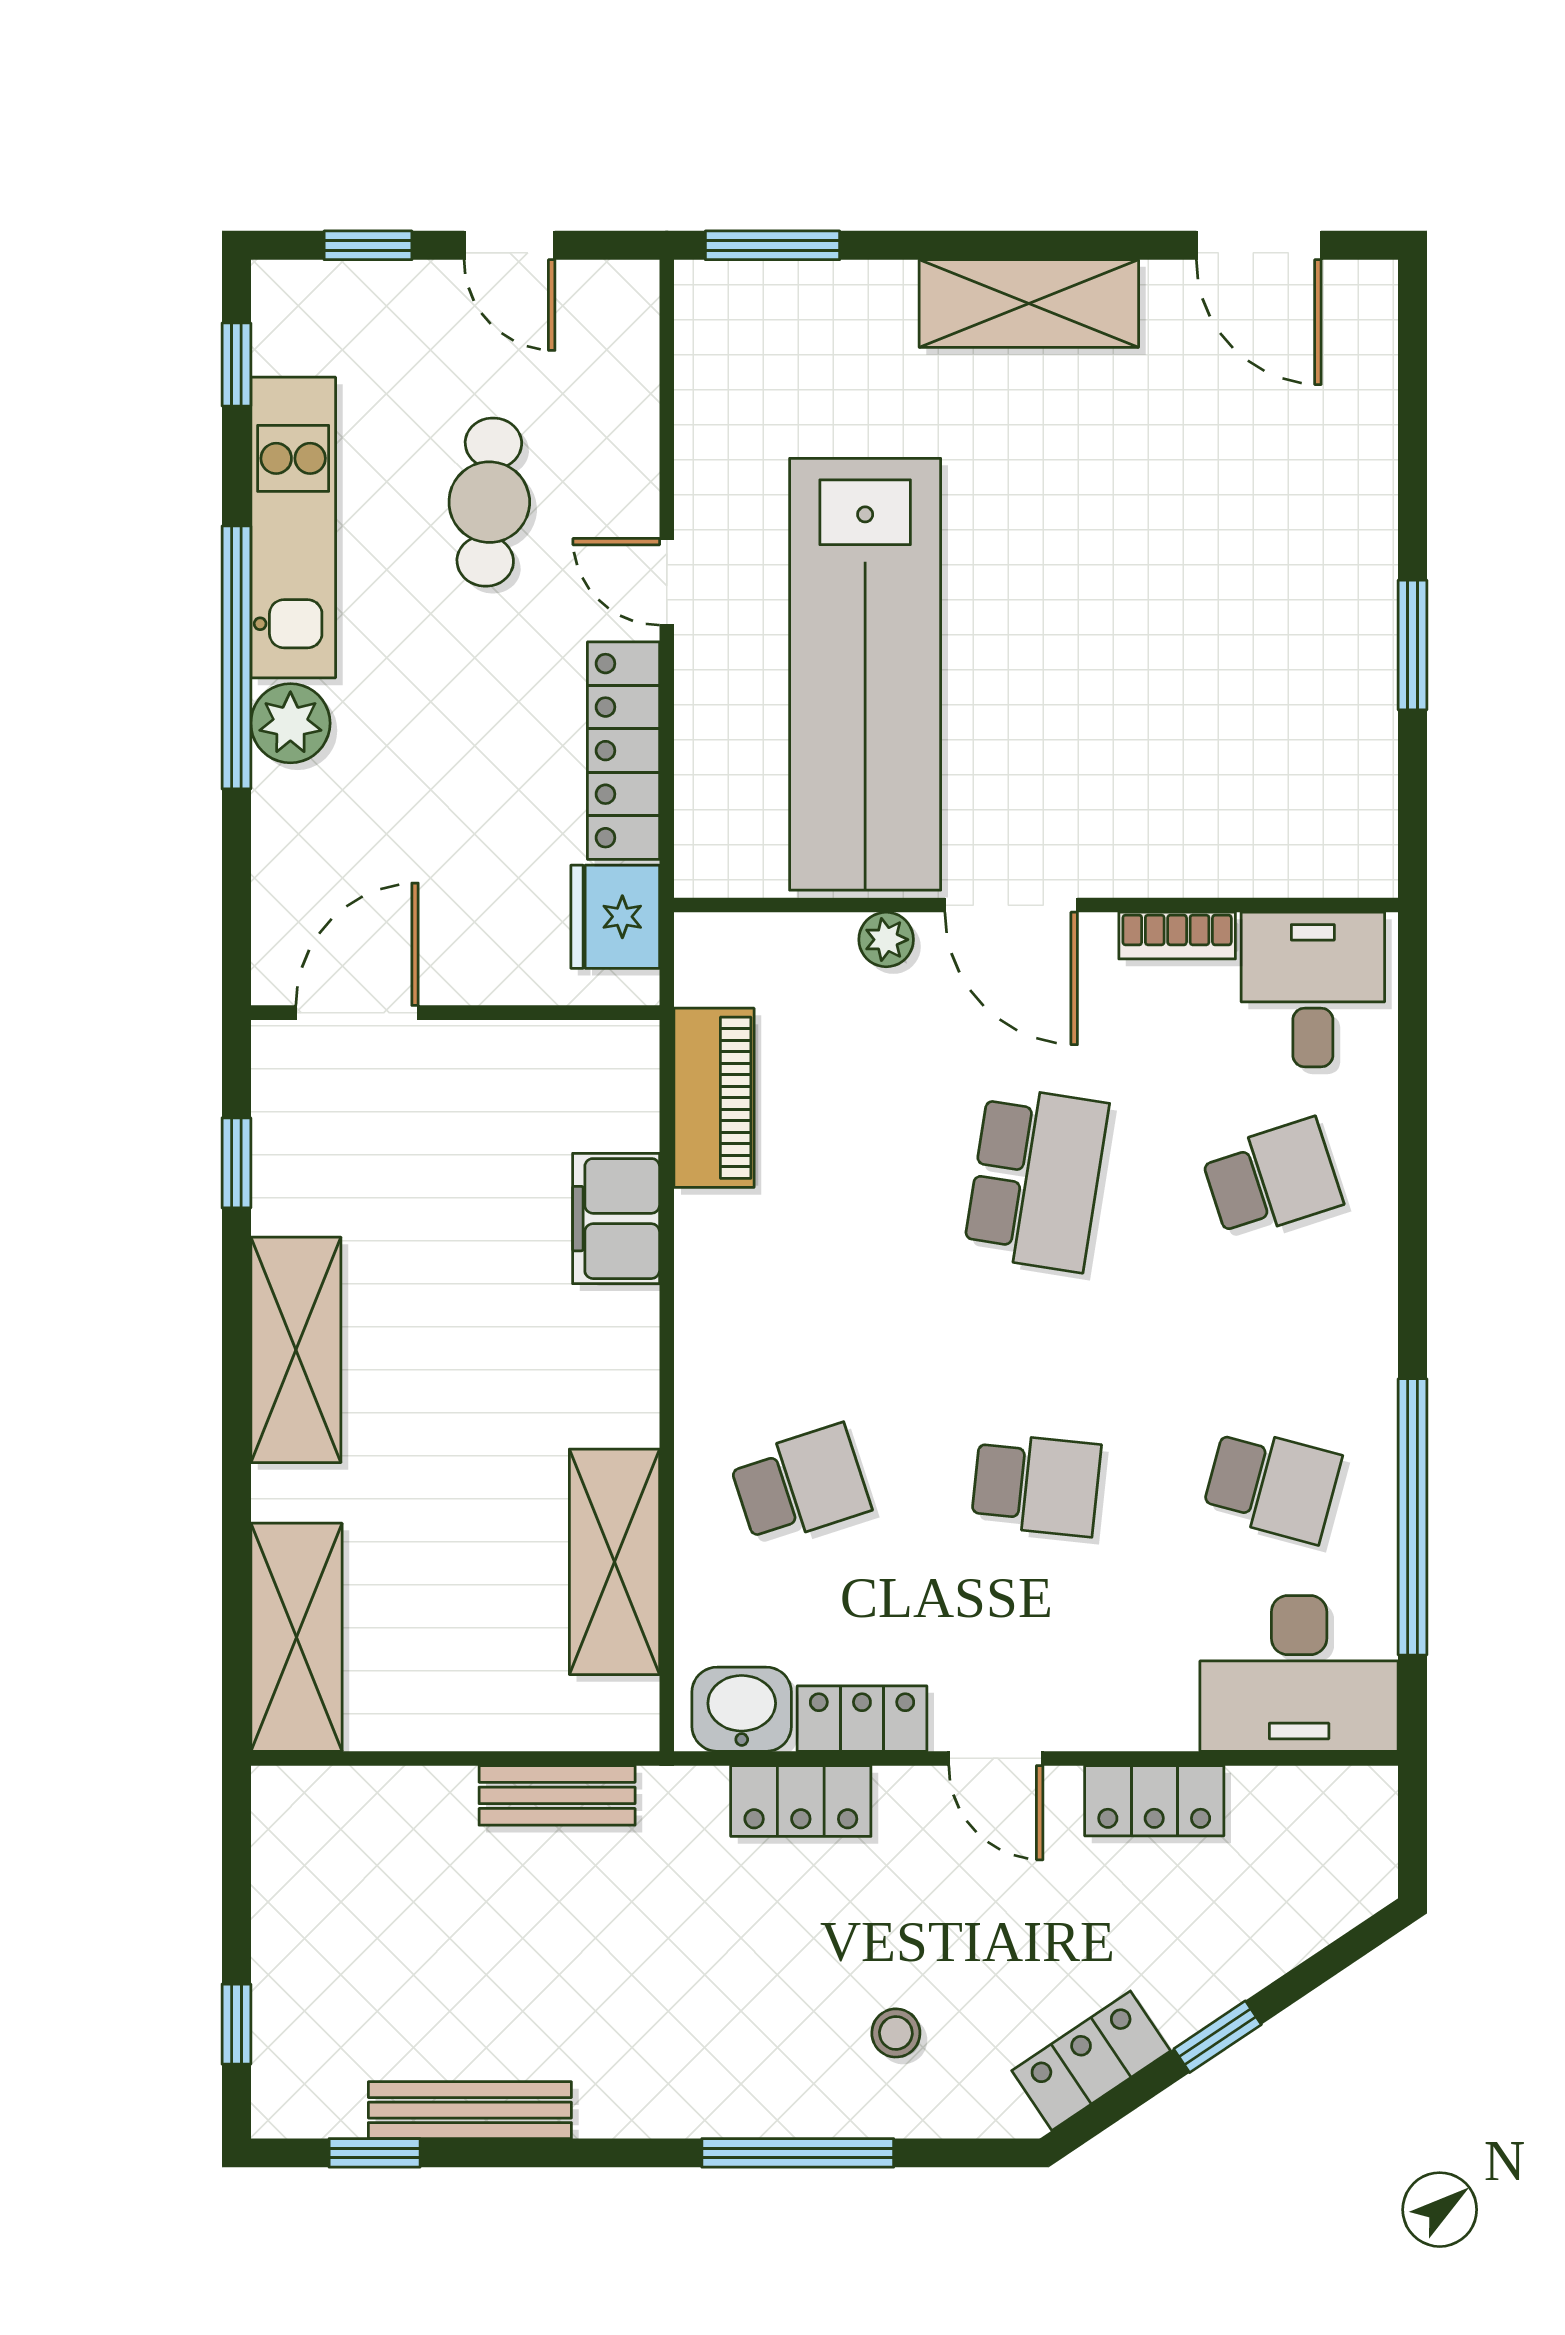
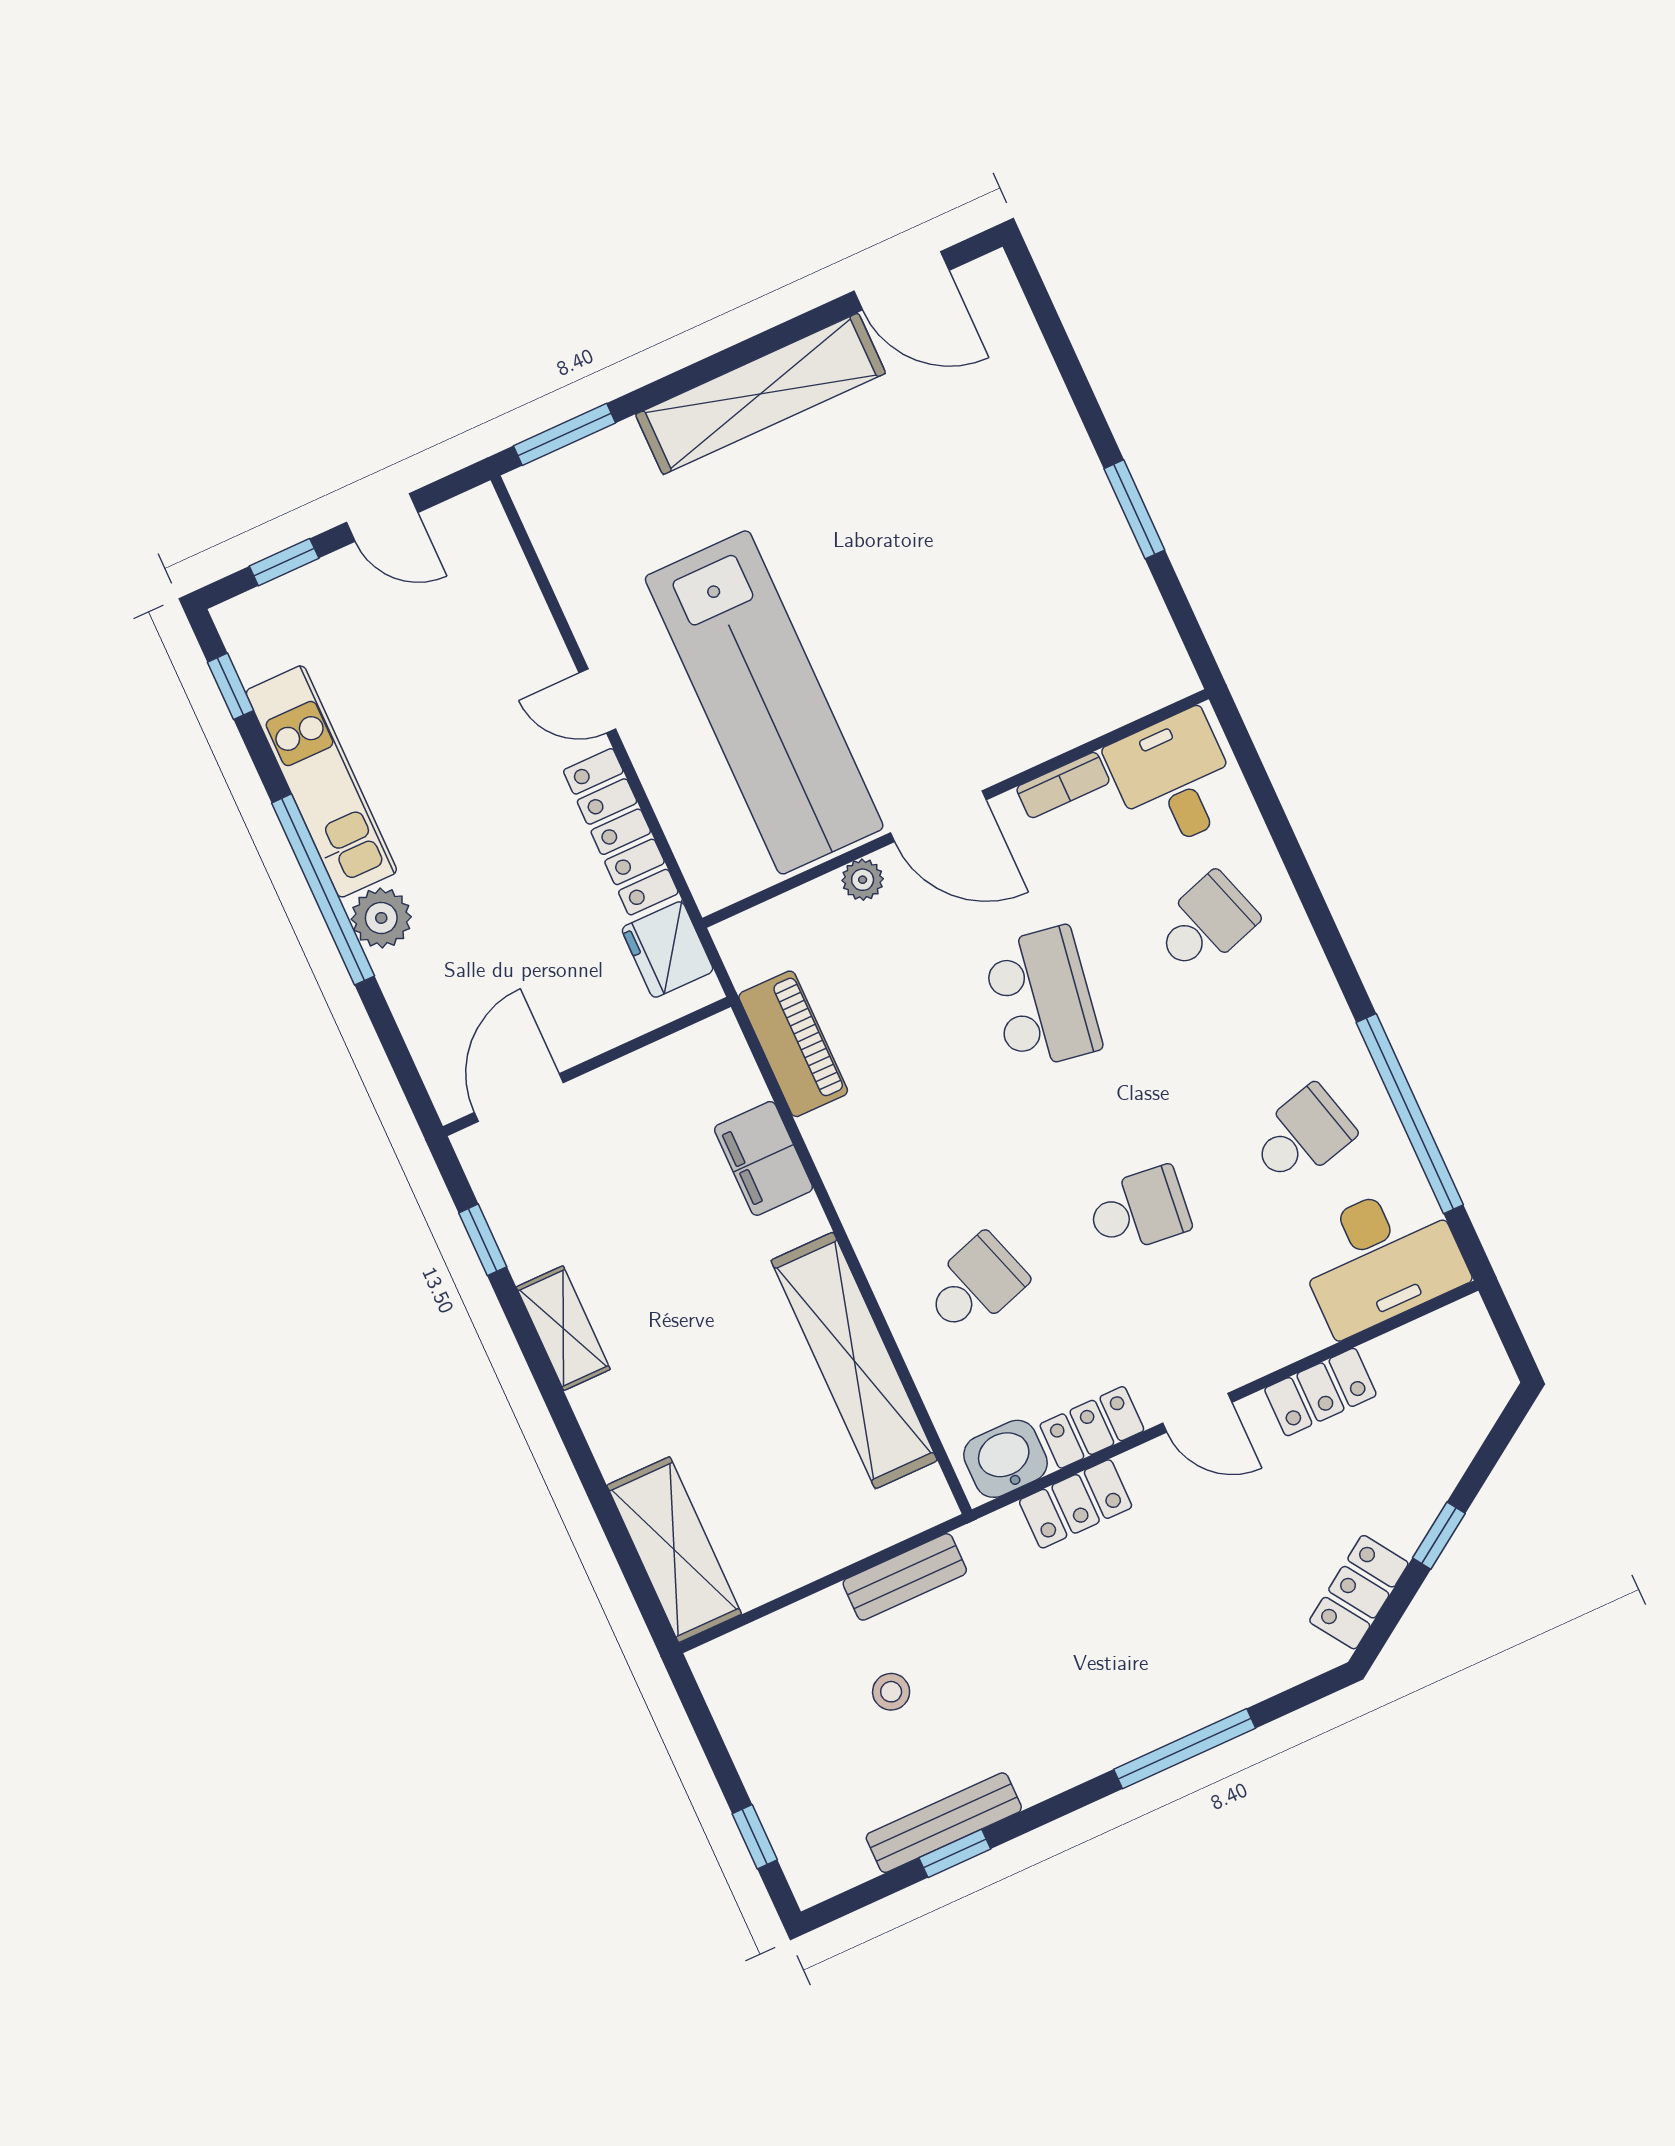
shelving: (1029, 304) -> (761, 394), width x1.47
cafe table: (489, 502) -> (449, 702), removed
shelving: (296, 1350) -> (563, 1328), width x0.67, depth x0.75
school desk: (1272, 1485) -> (1302, 1136), turned -30
shelving: (614, 1562) -> (854, 1360), width x1.47
stool: (896, 2033) -> (891, 1692), moved
window: (375, 2153) -> (955, 1853), moved

